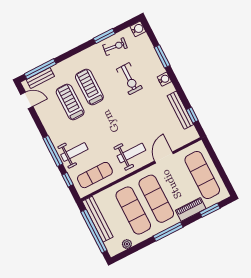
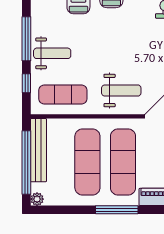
plant: (127, 244) -> (37, 199), moved

